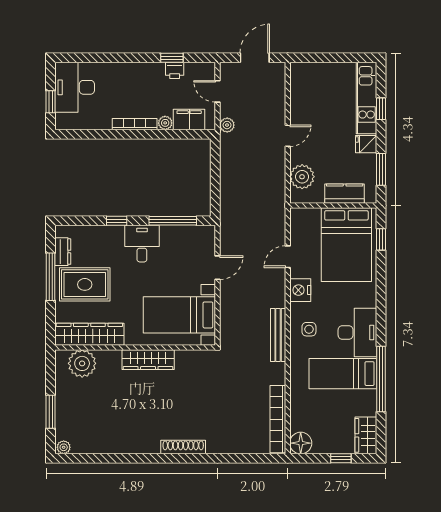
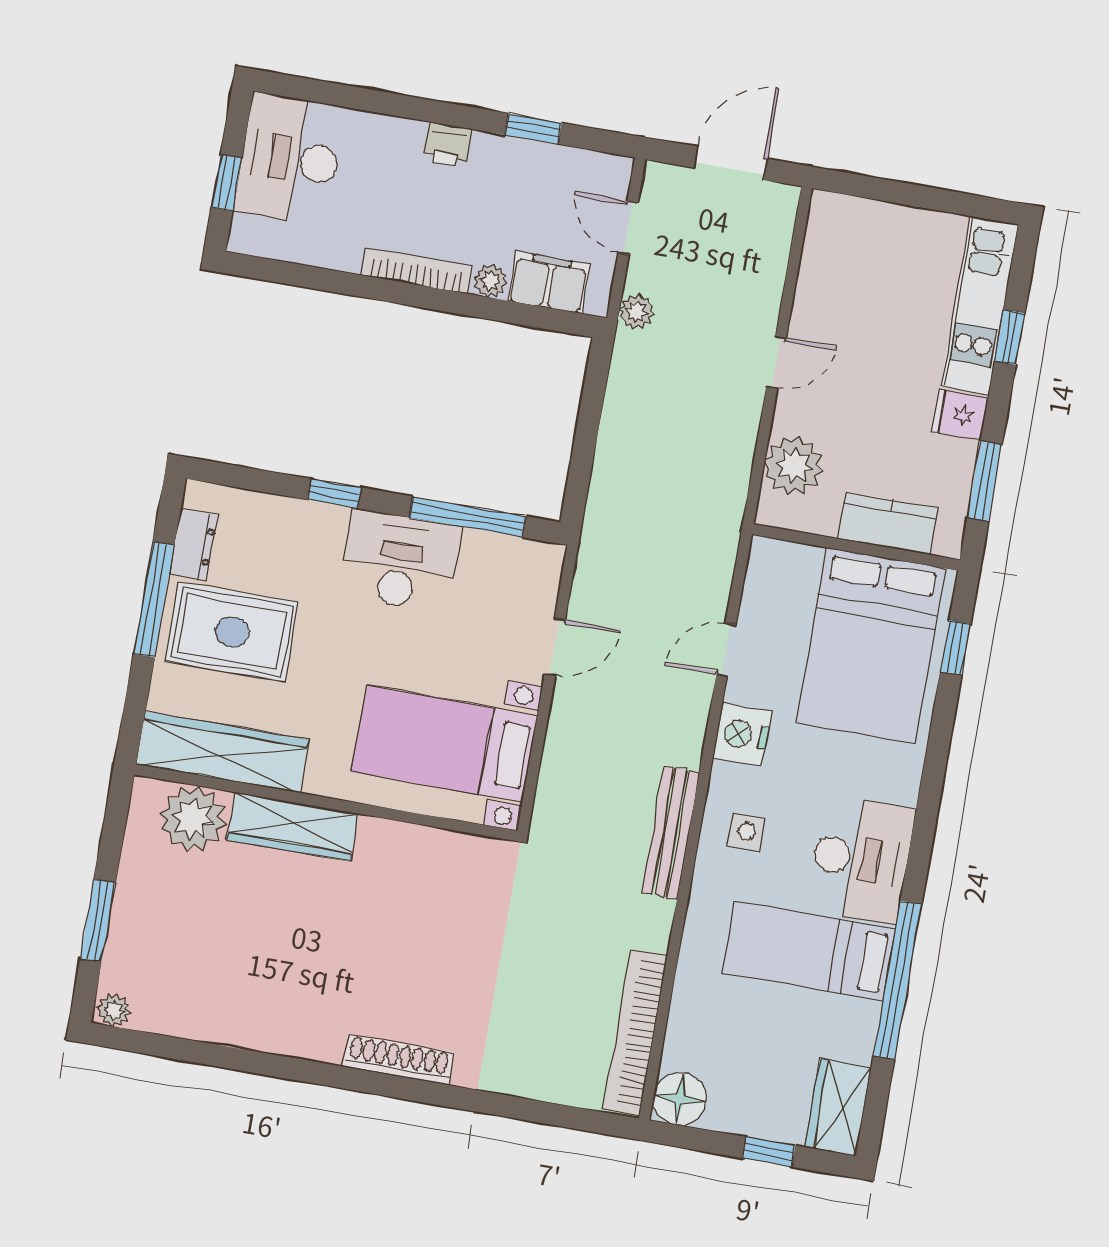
printer: (175, 70) -> (448, 145), moved
desk: (142, 244) -> (400, 561), width x1.37
wardrobe: (148, 360) -> (293, 827), moved

